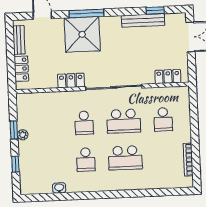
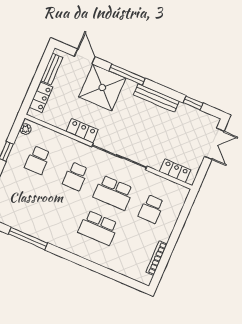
bench: (143, 20) -> (156, 98), moved
shower: (82, 34) -> (102, 87), moved
plant: (23, 135) -> (26, 129), moved
school desk: (86, 160) -> (38, 160), moved
washbasin: (59, 188) -> (23, 226), removed
window: (69, 196) -> (28, 238), added

